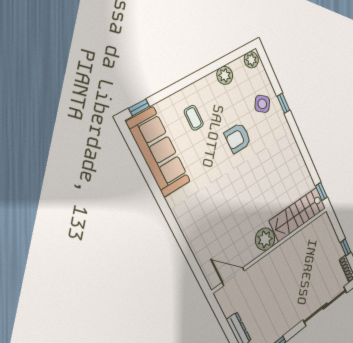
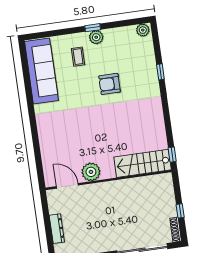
plant: (225, 75) -> (96, 37), moved
side table: (262, 104) -> (141, 66), removed
window: (139, 107) -> (93, 28), moved
plant: (265, 239) -> (91, 172), moved

